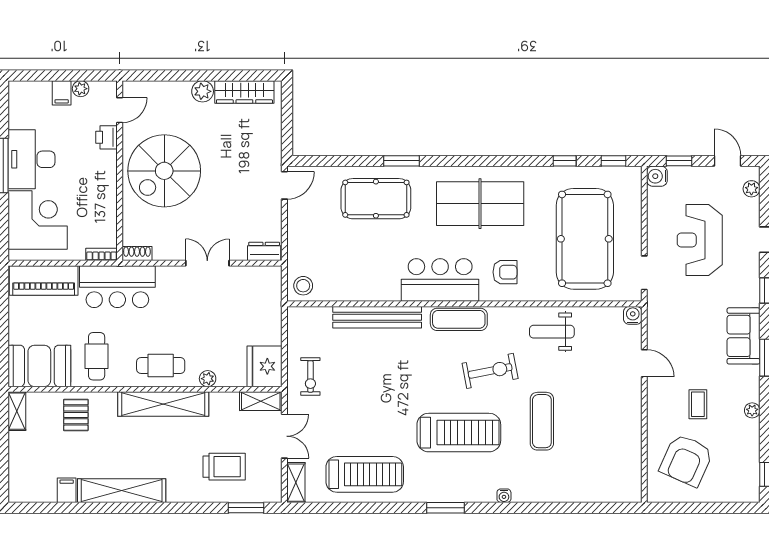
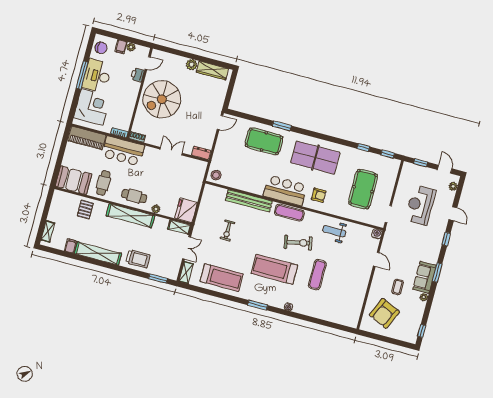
chair: (25, 105) -> (101, 48), added
water cooler: (657, 176) -> (407, 167), removed
pool table: (585, 239) -> (363, 189), width x0.73, depth x0.76
sofa: (743, 336) -> (425, 277), moved
exercise bike: (310, 376) -> (228, 231), moved
shelving: (17, 411) -> (48, 231), moved
treadmill: (459, 433) -> (274, 269), turned 180
trolley: (224, 467) -> (138, 259), moved

